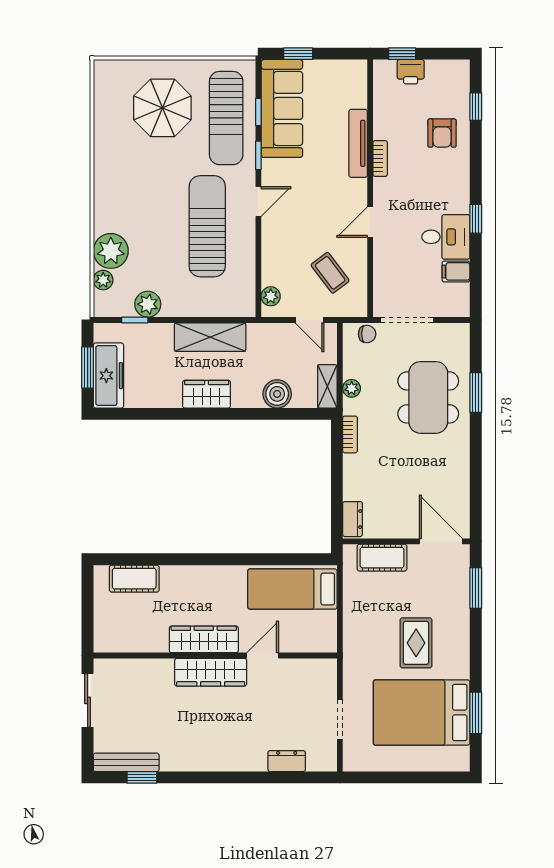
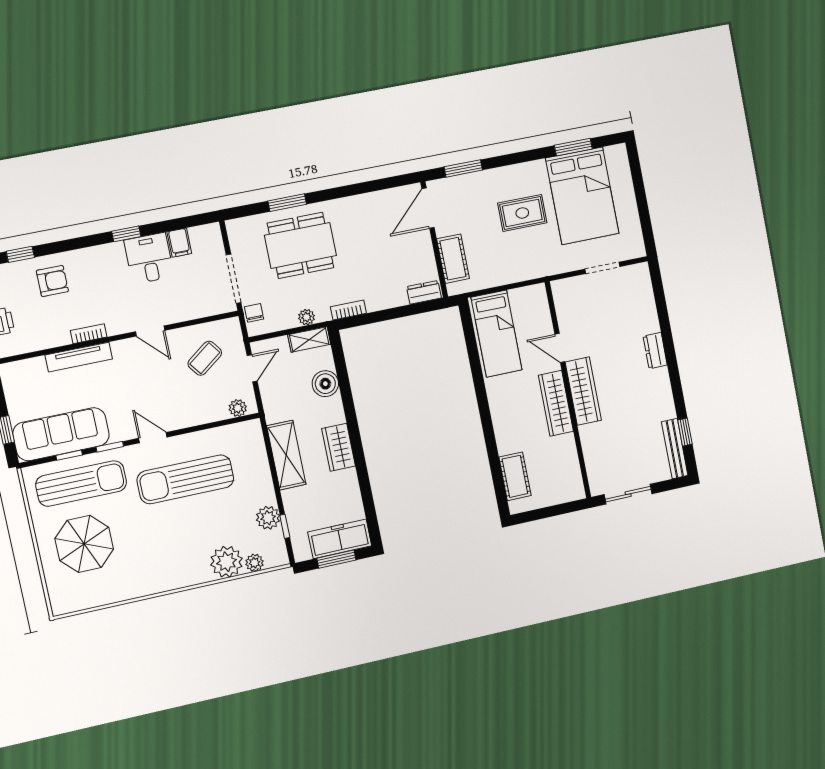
dresser: (287, 761) -> (655, 351), moved

